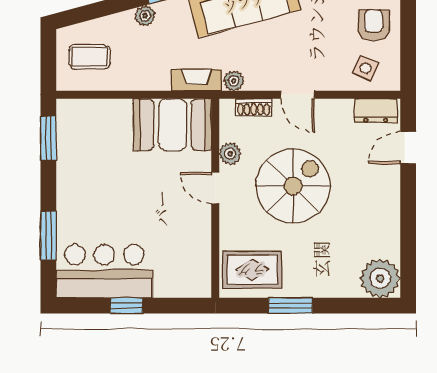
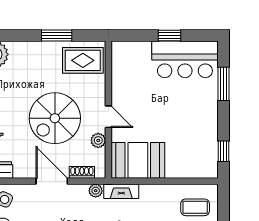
door: (297, 95) -> (52, 181), width x1.38
window: (48, 138) -> (223, 151), width x0.67

